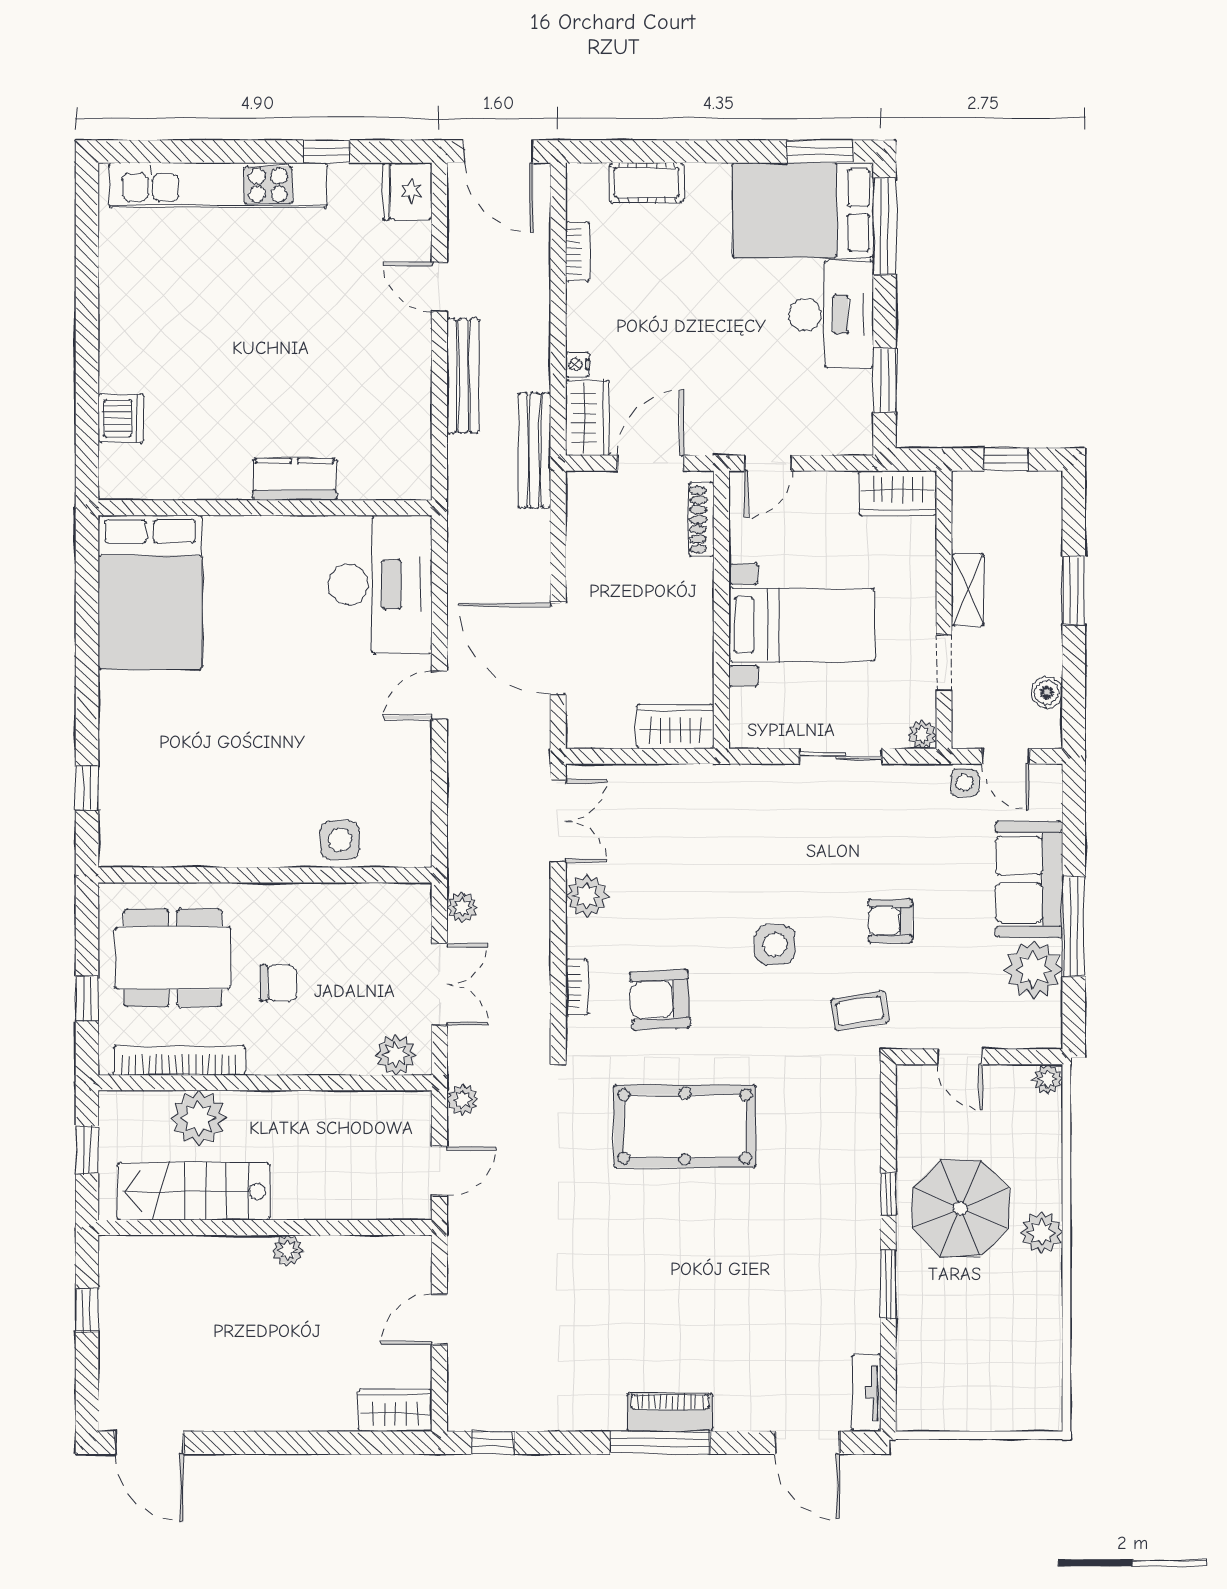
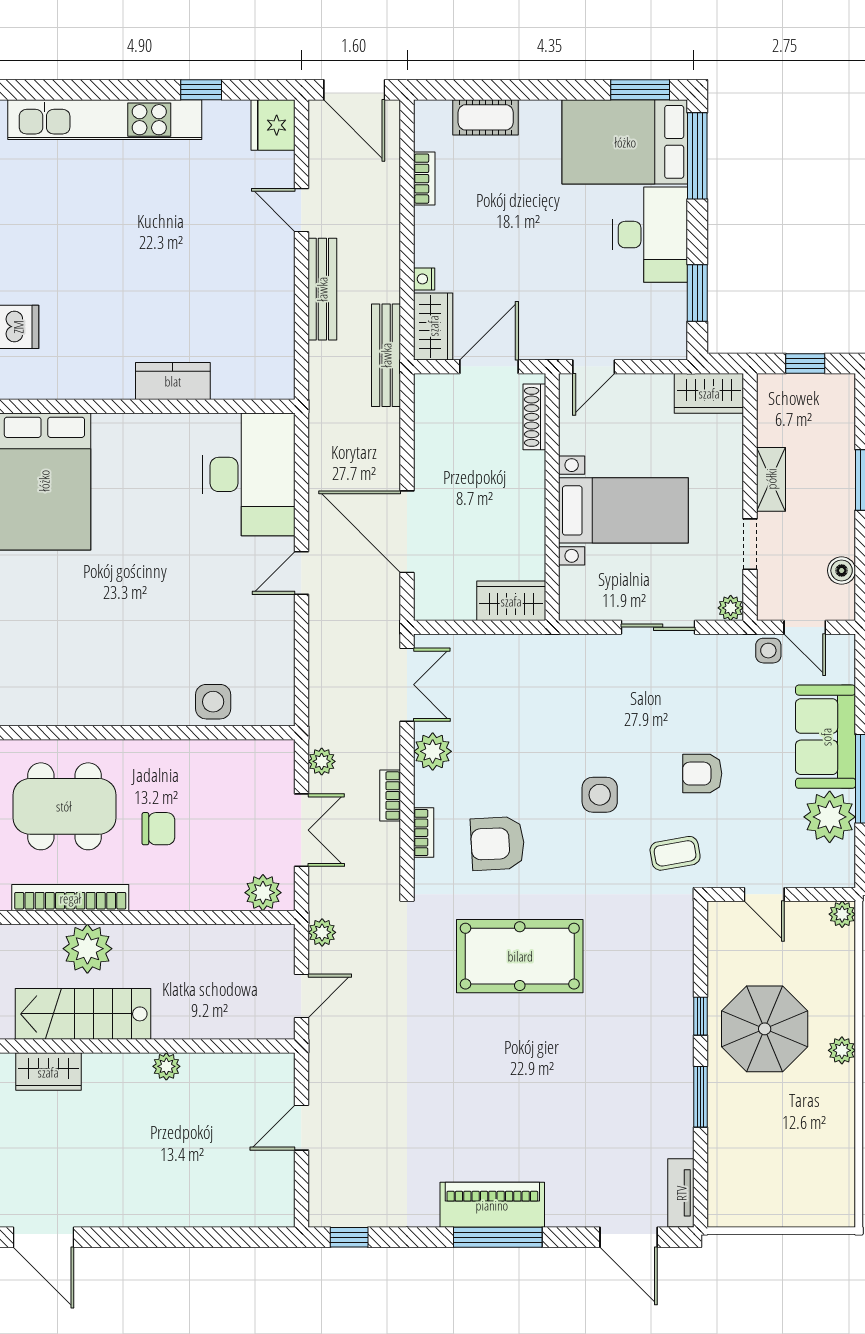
bookcase: (539, 946) -> (390, 796), added
plant: (1042, 1232) -> (842, 1050), width x0.73, depth x0.73
wardrobe: (395, 1410) -> (48, 1072), moved, turned 180
piano: (670, 1412) -> (492, 1205), width x1.37, depth x1.33

